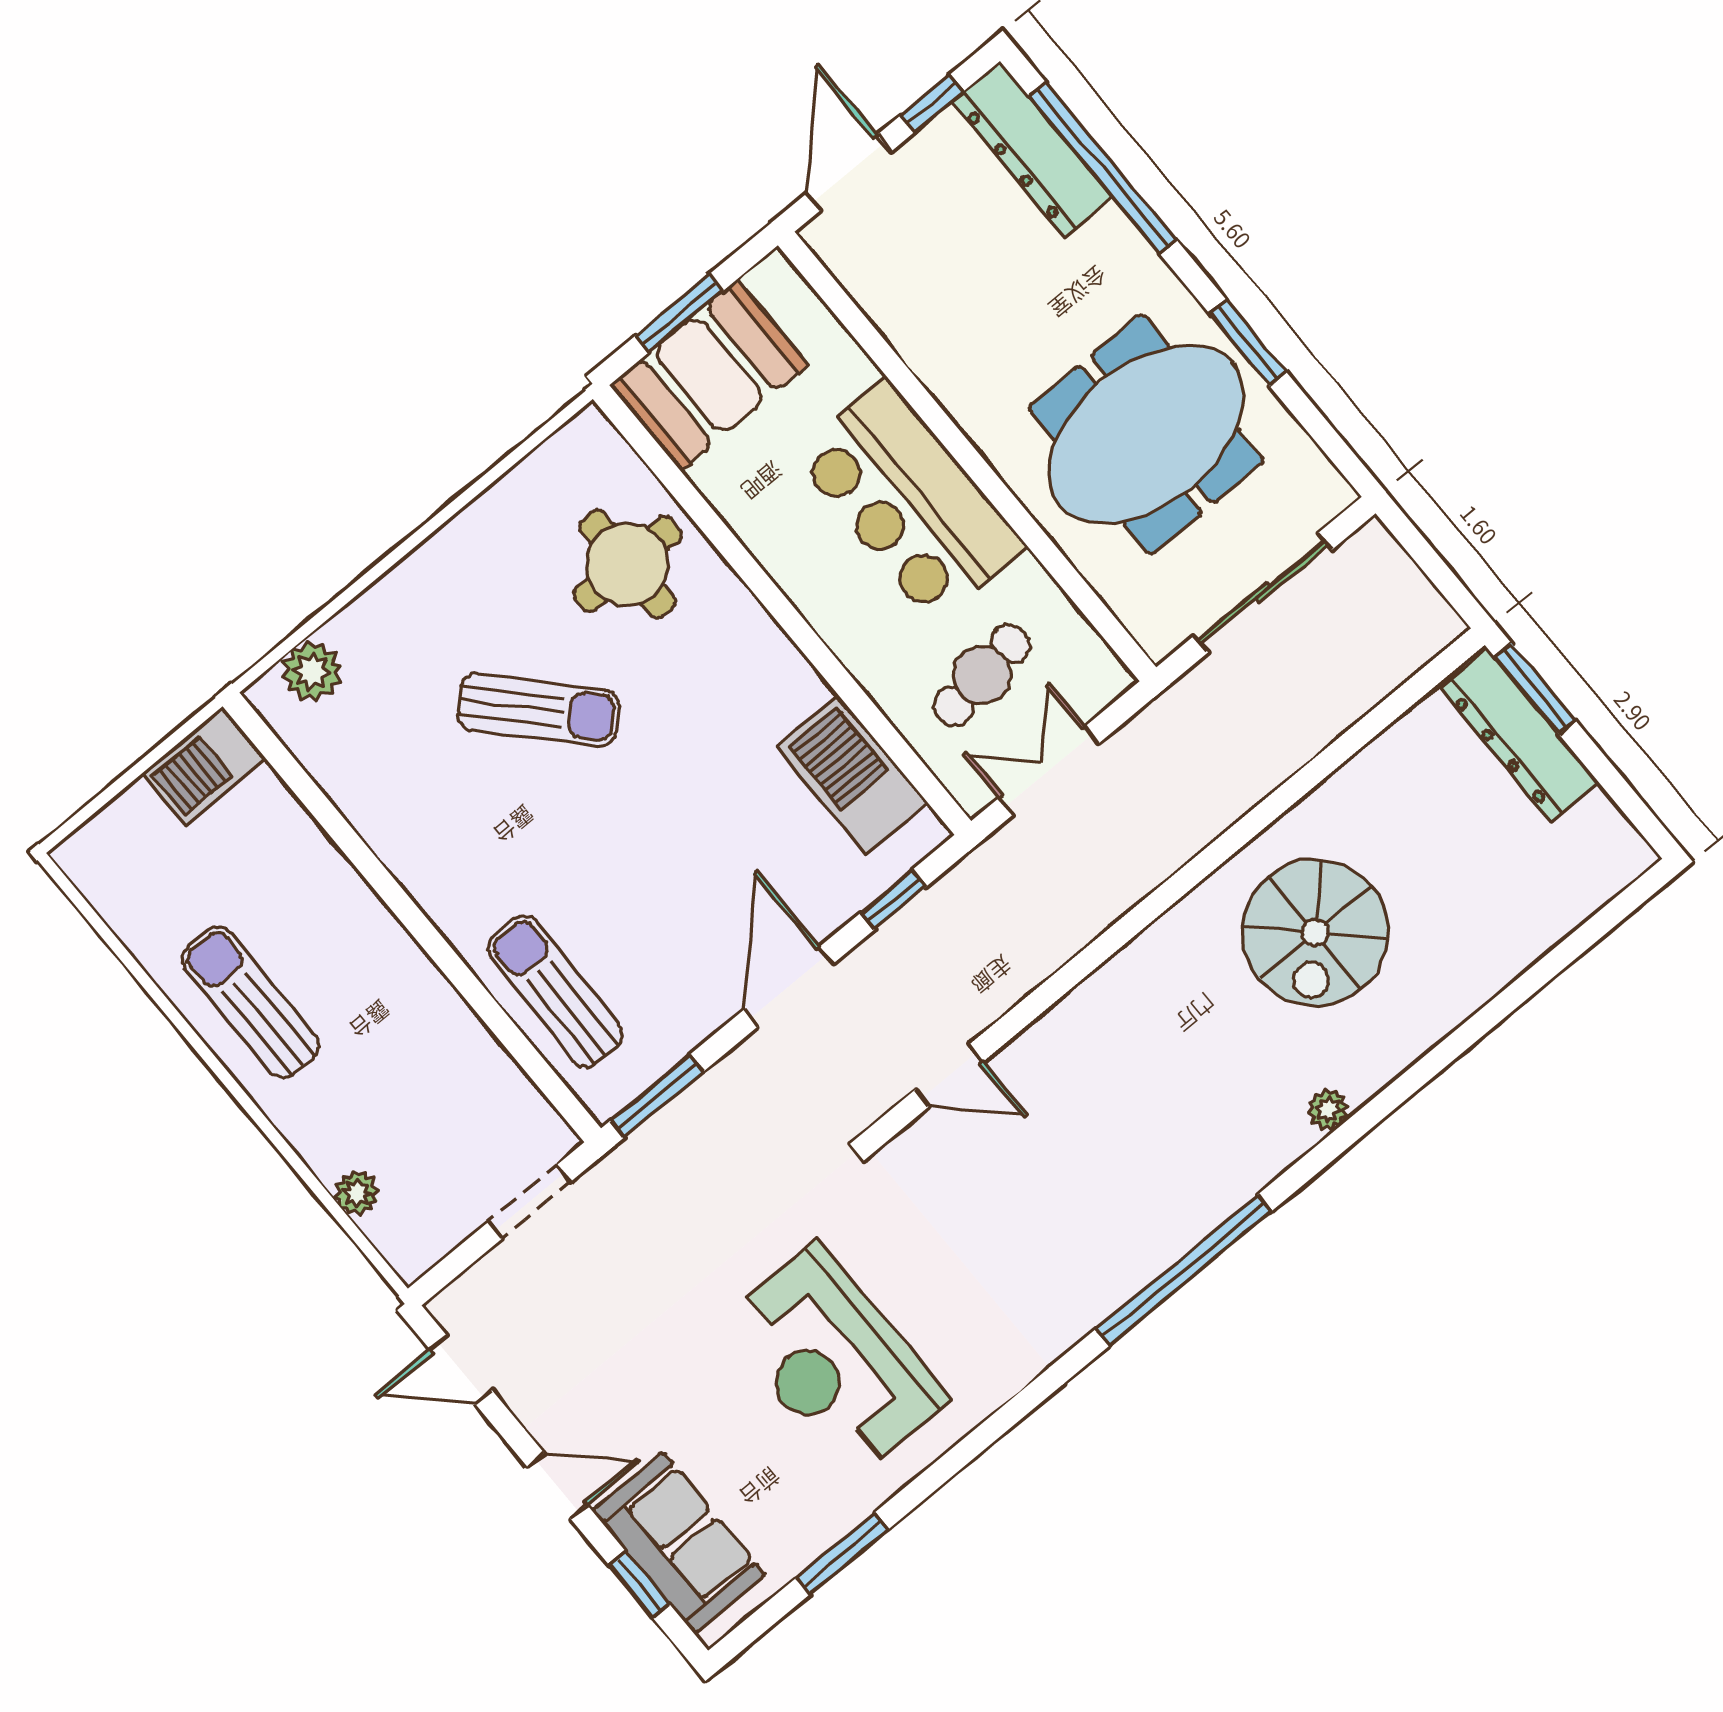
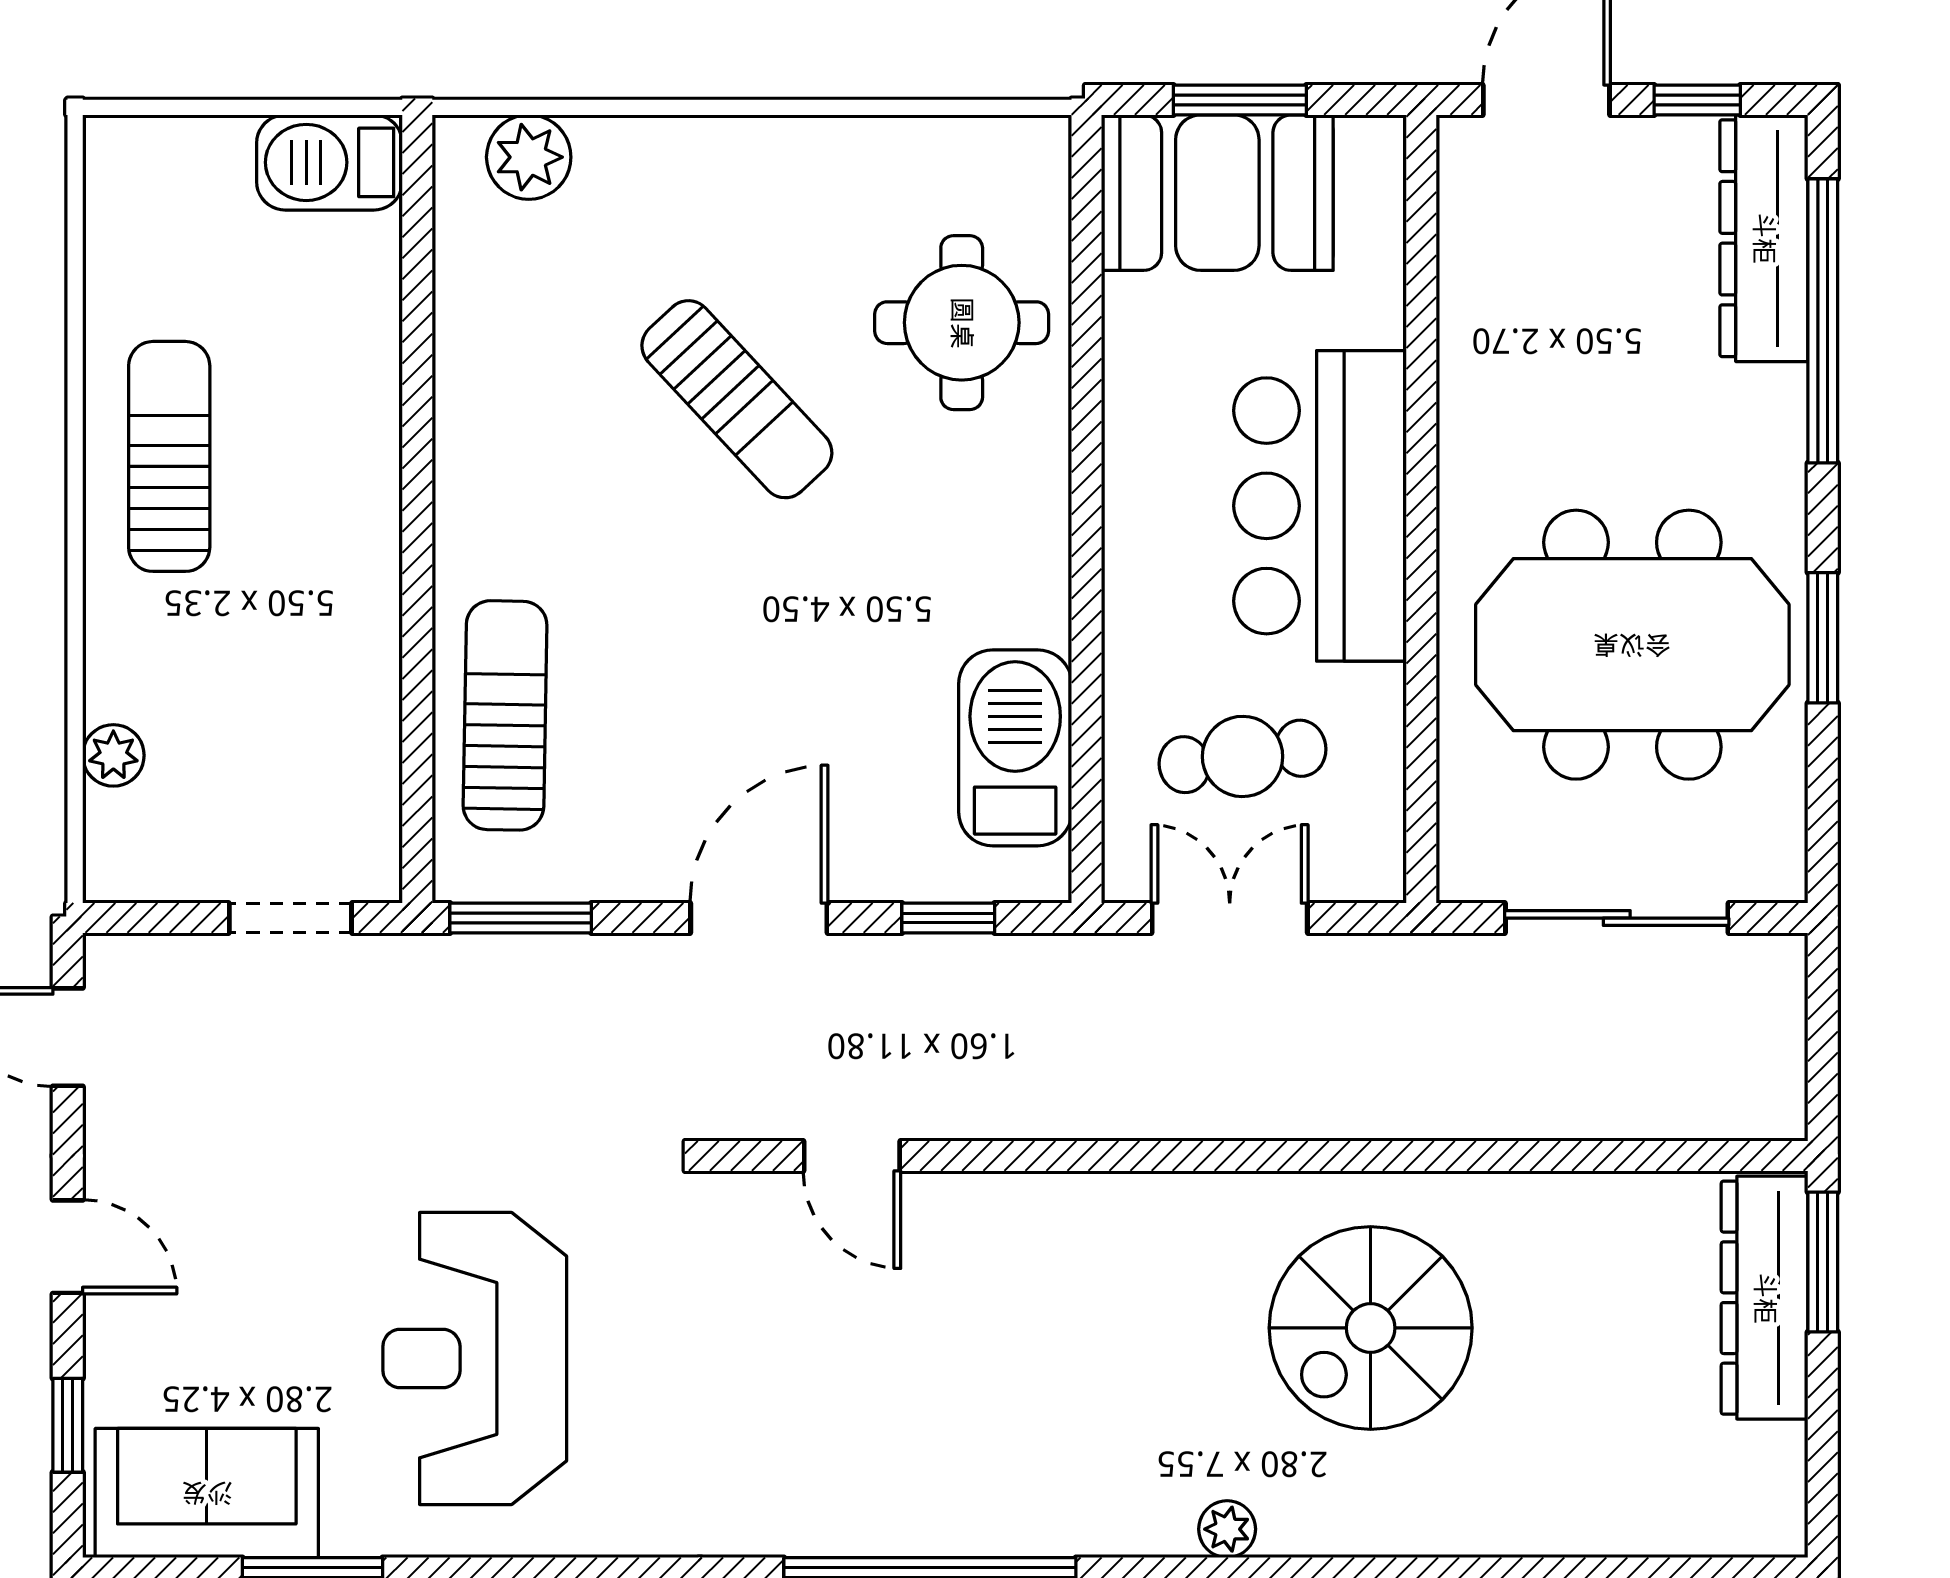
sofa: (679, 1543) -> (207, 1493), moved, turned -90

